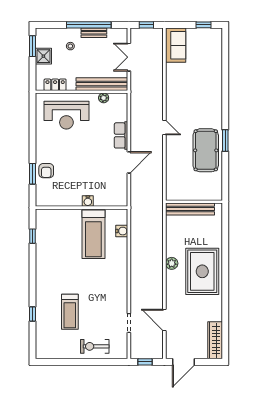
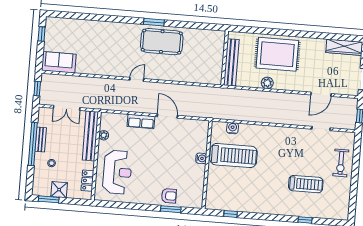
wall: (194, 202) -> (225, 58), moved
bench: (190, 209) -> (231, 62), moved

